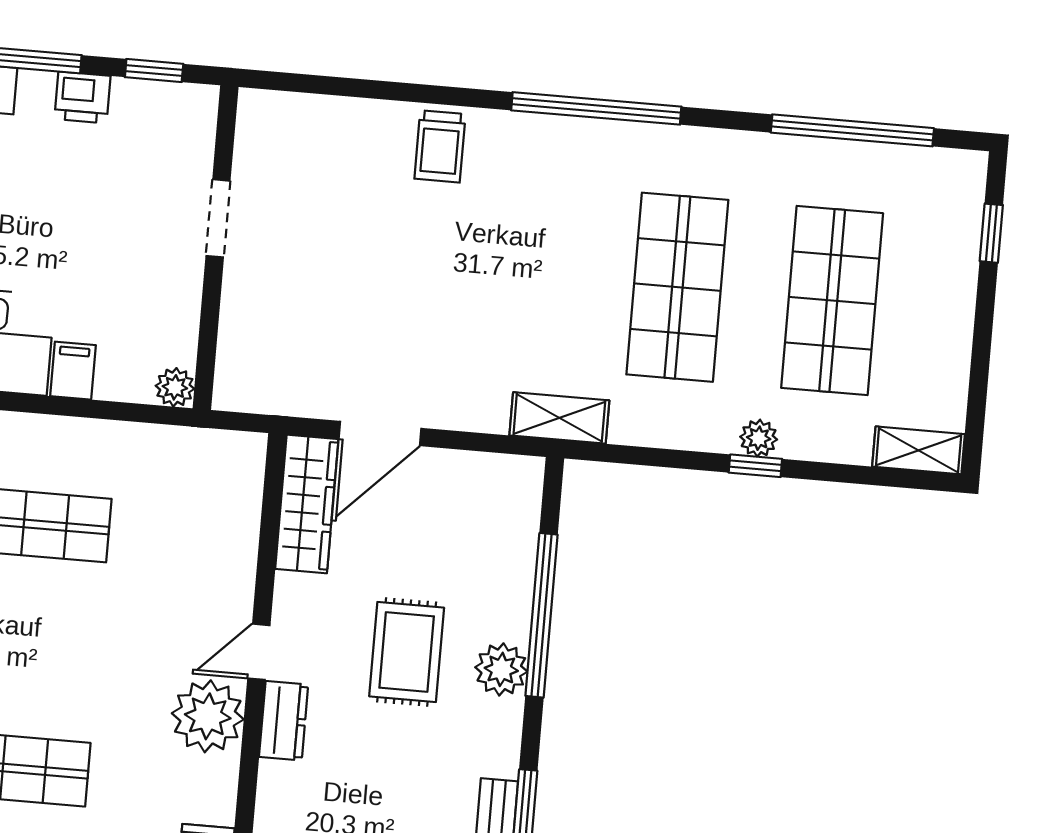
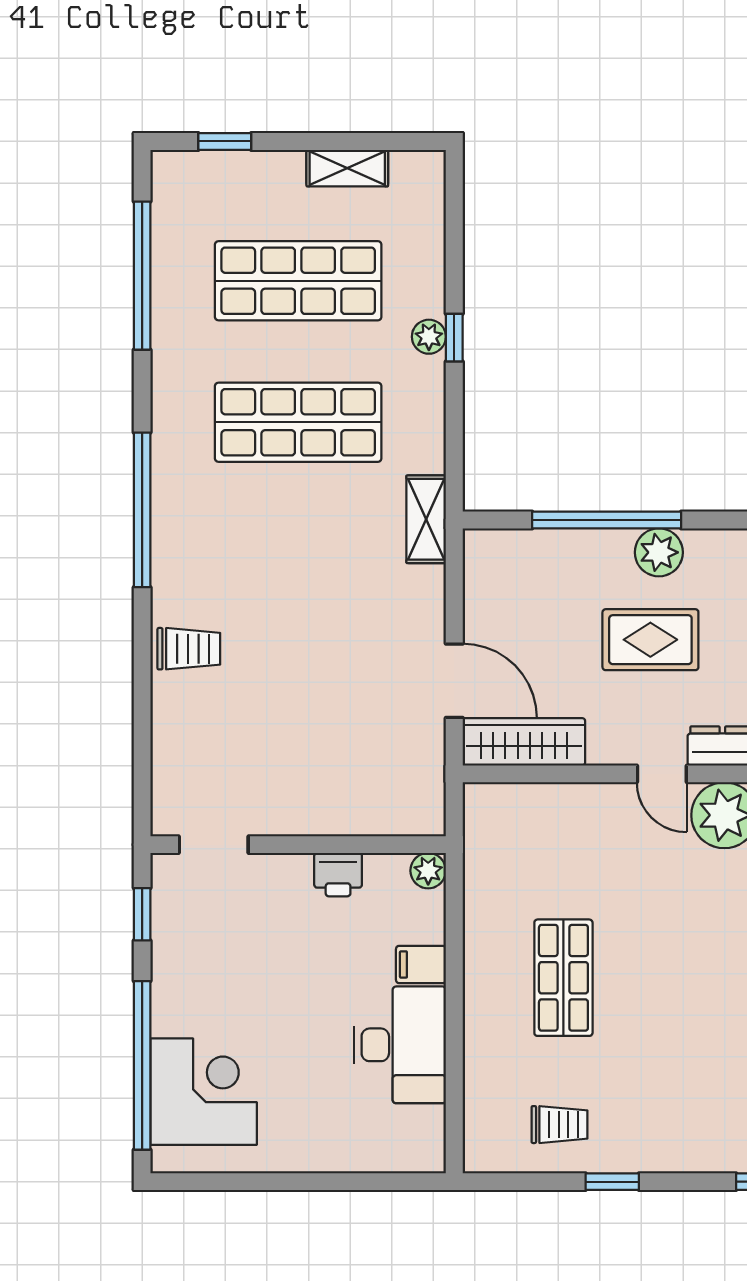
printer: (82, 97) -> (338, 875), moved, turned 90
doorway: (218, 218) -> (214, 845), moved
shelving: (919, 450) -> (347, 168), moved, turned 90

